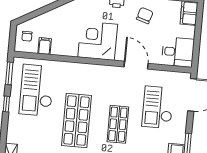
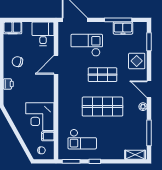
corner desk: (98, 41) -> (40, 117), moved
checkout: (37, 90) -> (82, 139), width x0.73, depth x0.83
checkout: (158, 107) -> (87, 45), turned 180

